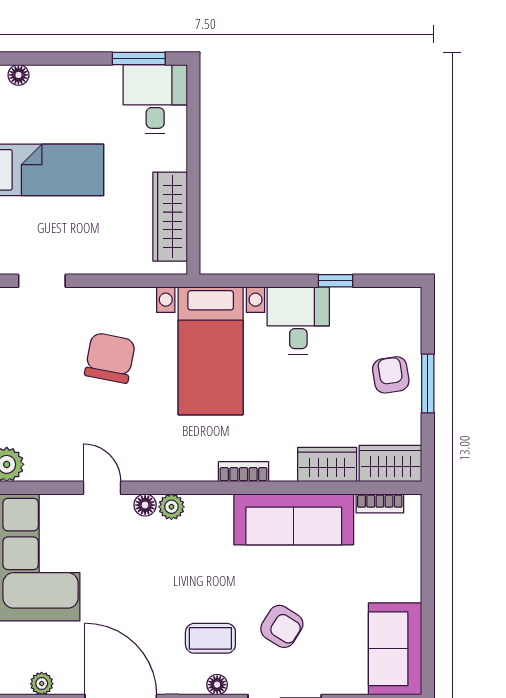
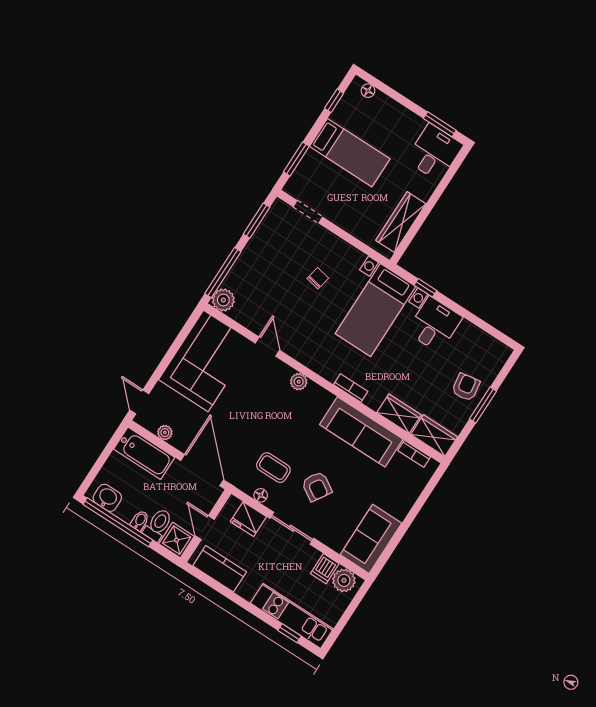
window: (335, 281) -> (425, 288), moved
chair: (110, 358) -> (318, 278), width x0.54, depth x0.54
floor lamp: (145, 505) -> (285, 371), removed

